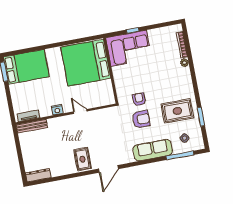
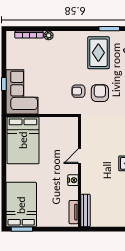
bed: (86, 63) -> (23, 140), width x0.73

